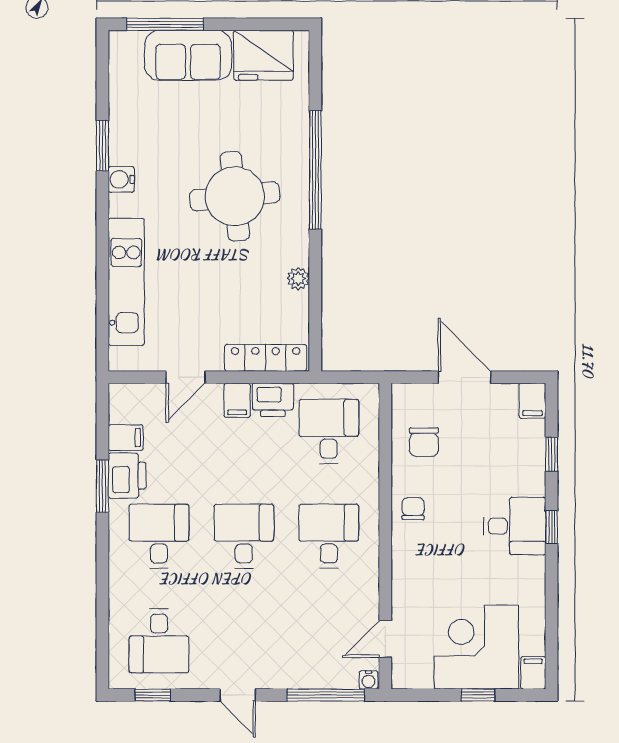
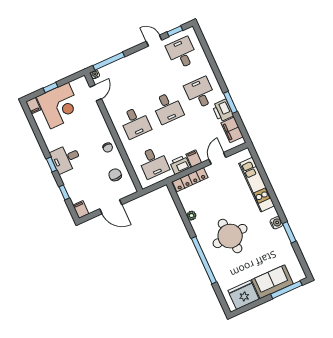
filing cabinet: (126, 438) -> (232, 130), width x2.00
desk: (159, 536) -> (200, 93), turned 180
door: (238, 695) -> (154, 41), moved

